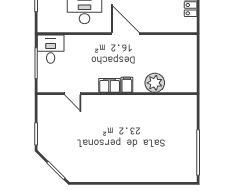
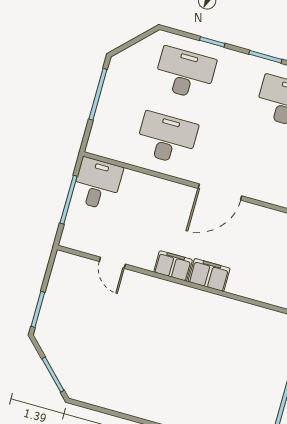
door: (125, 34) -> (220, 192), swing flipped
plant: (155, 83) -> (244, 281), removed
filing cabinet: (127, 85) -> (209, 275), width x2.00

